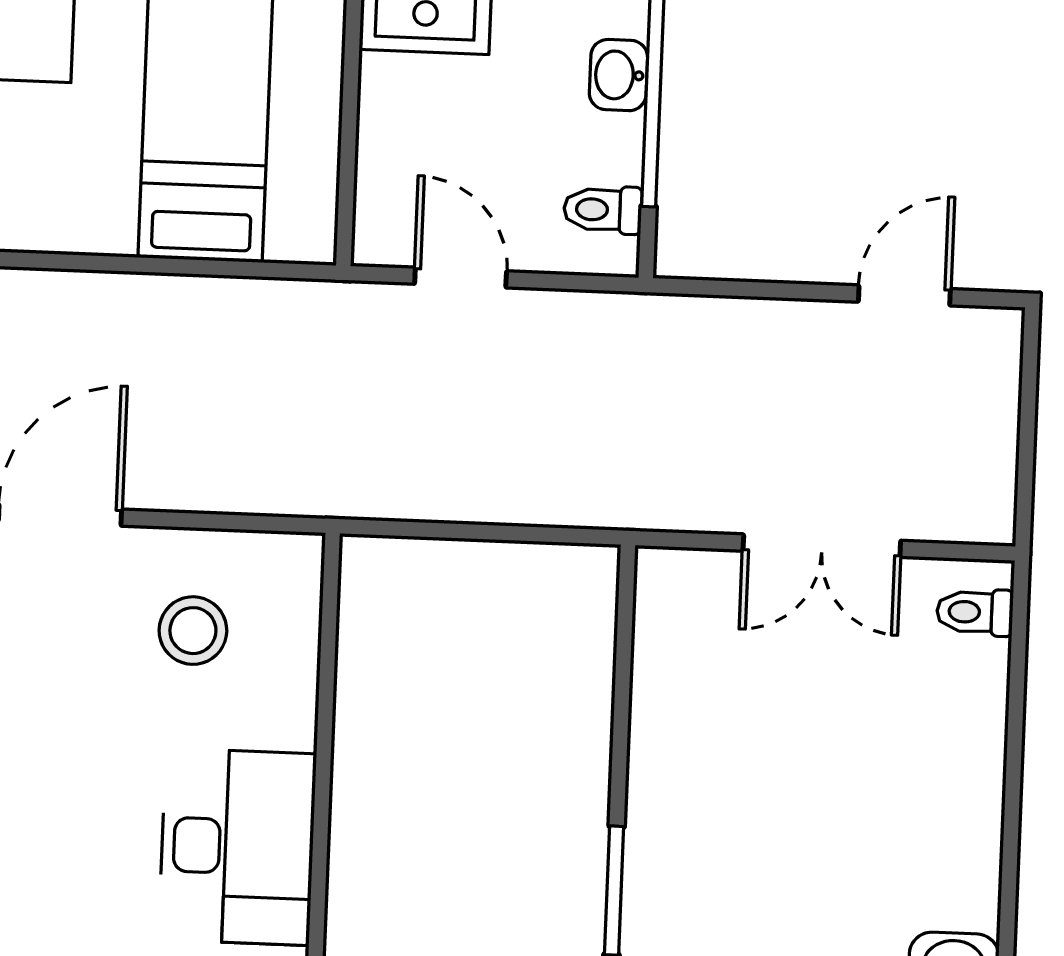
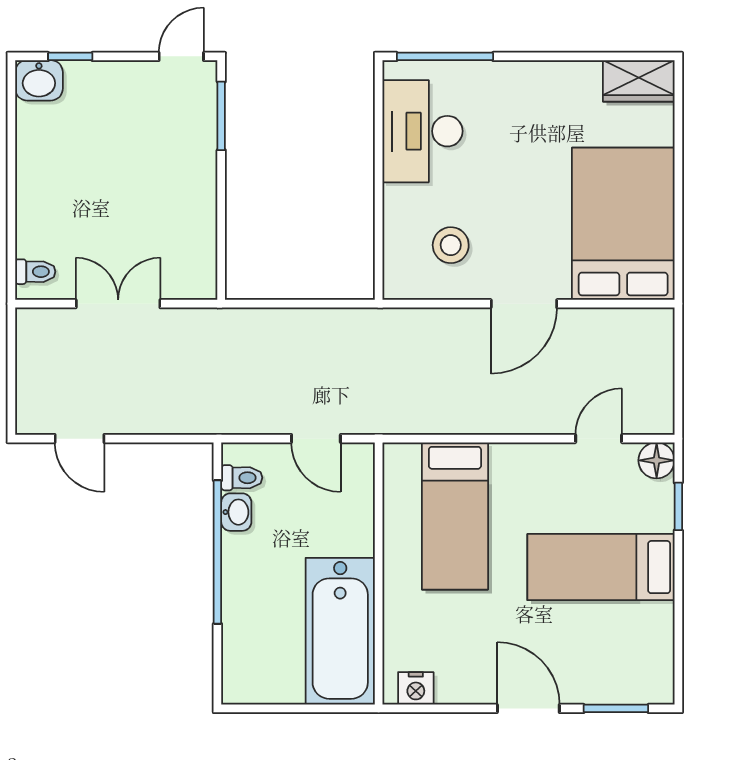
washbasin: (618, 75) -> (236, 512), moved
door: (904, 295) -> (80, 439), hinge flipped

